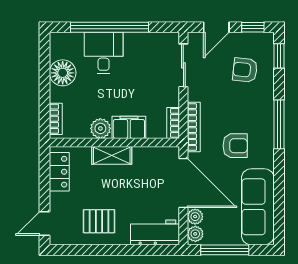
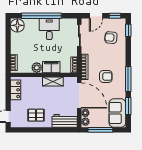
desk: (104, 53) -> (49, 29), moved
floor lamp: (63, 73) -> (17, 25), moved
window: (279, 124) -> (128, 79), moved
shelving: (112, 155) -> (53, 81), moved
window: (279, 203) -> (128, 106), added
sofa: (258, 207) -> (117, 113), width x0.73

